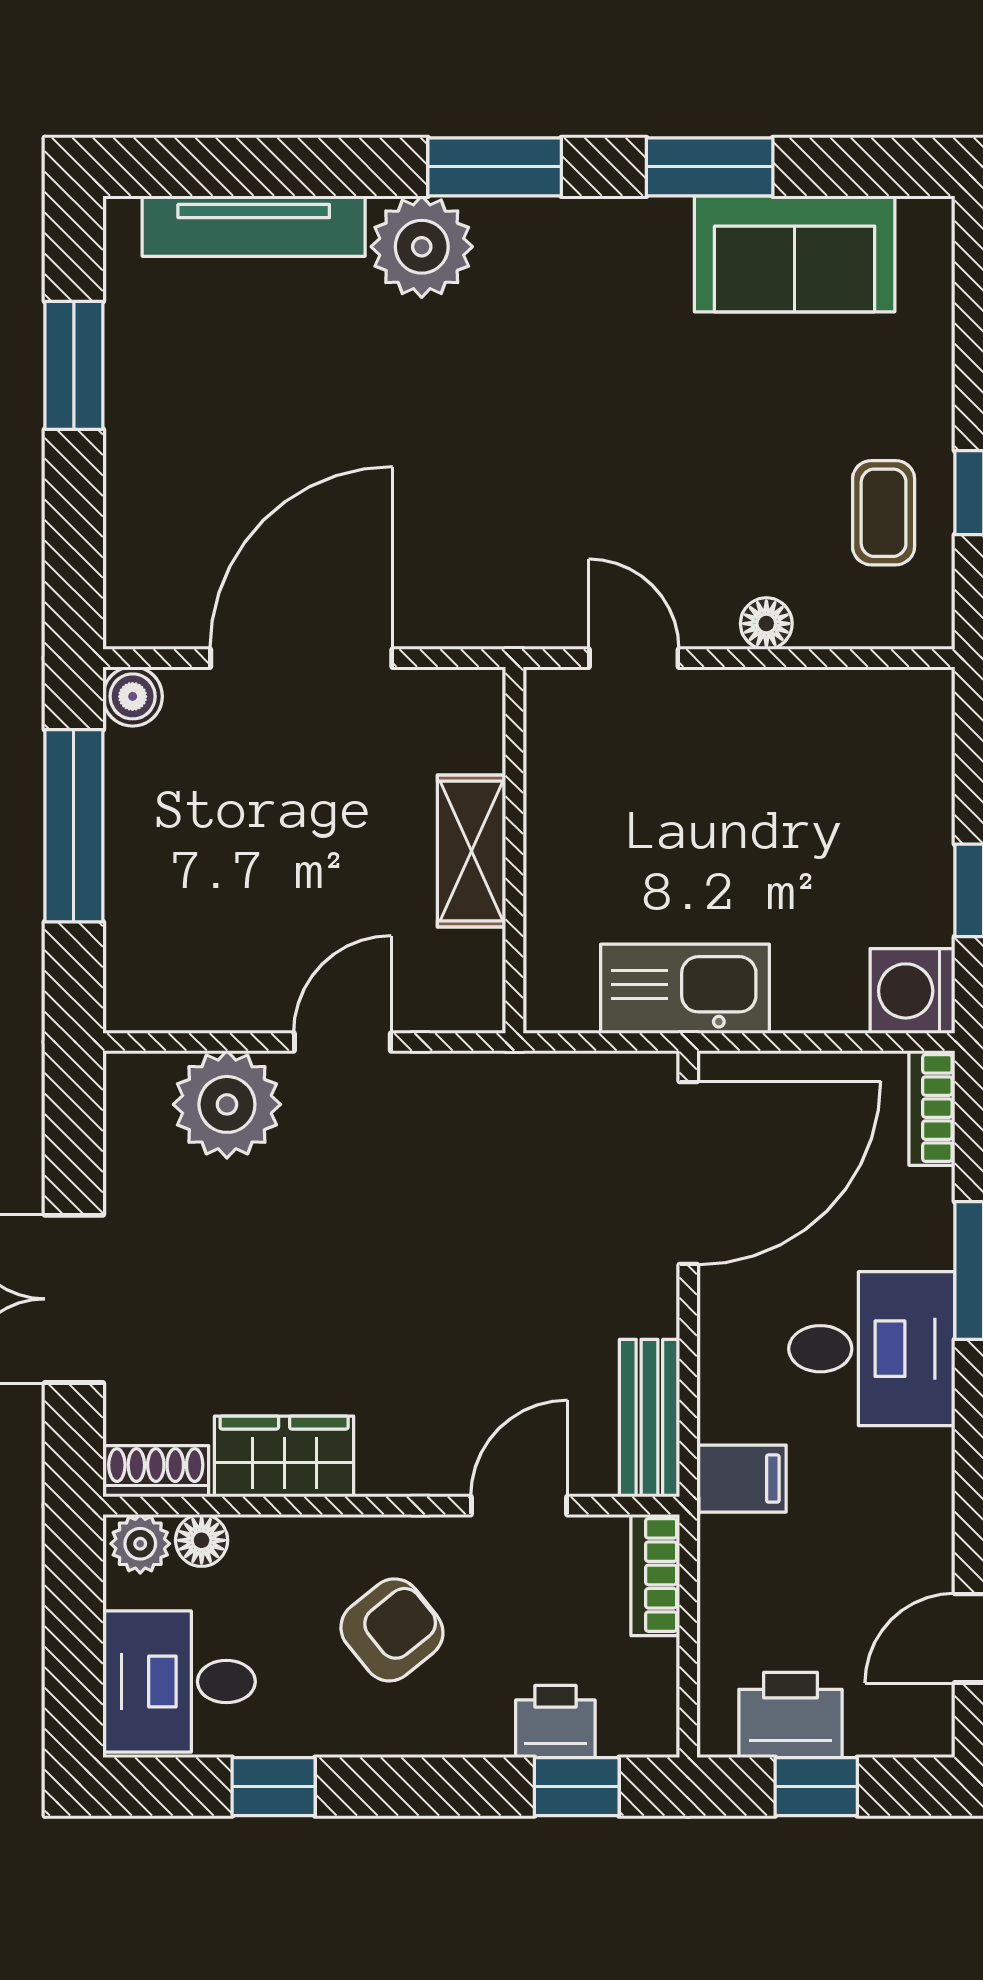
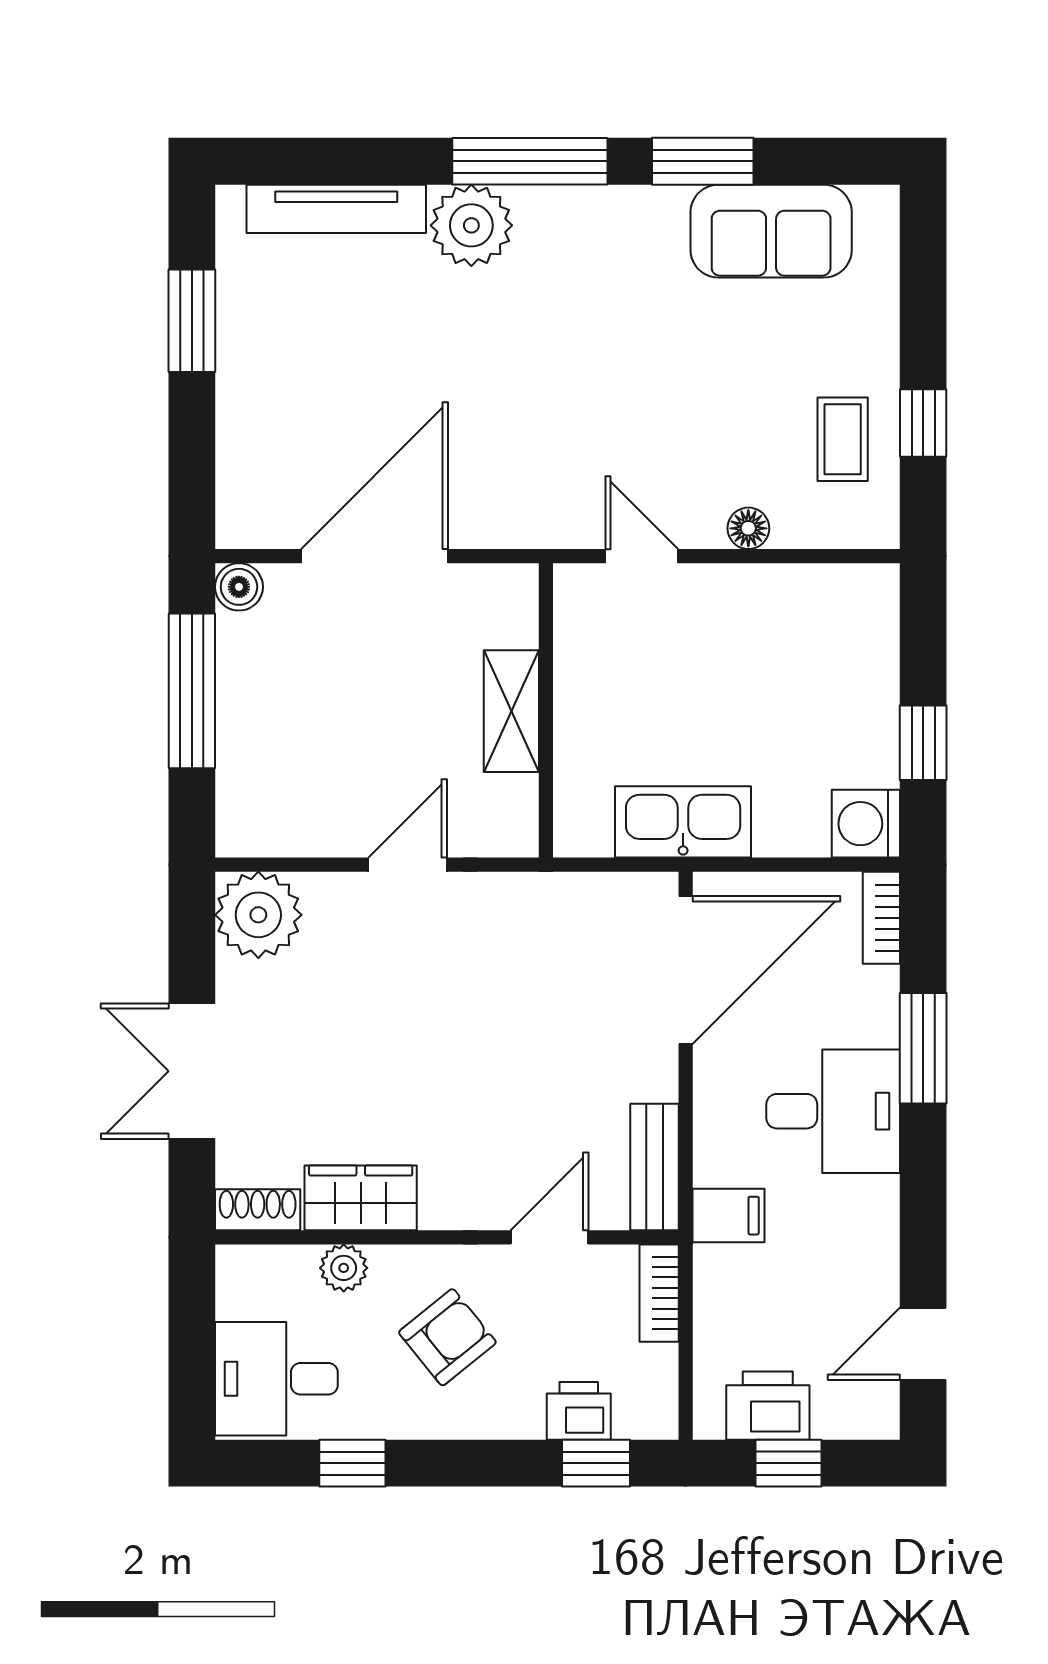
window: (495, 167) -> (530, 161), width x1.44
plant: (227, 1104) -> (258, 915), moved
floor lamp: (202, 1540) -> (294, 1265), removed
plant: (140, 1544) -> (344, 1268), moved

